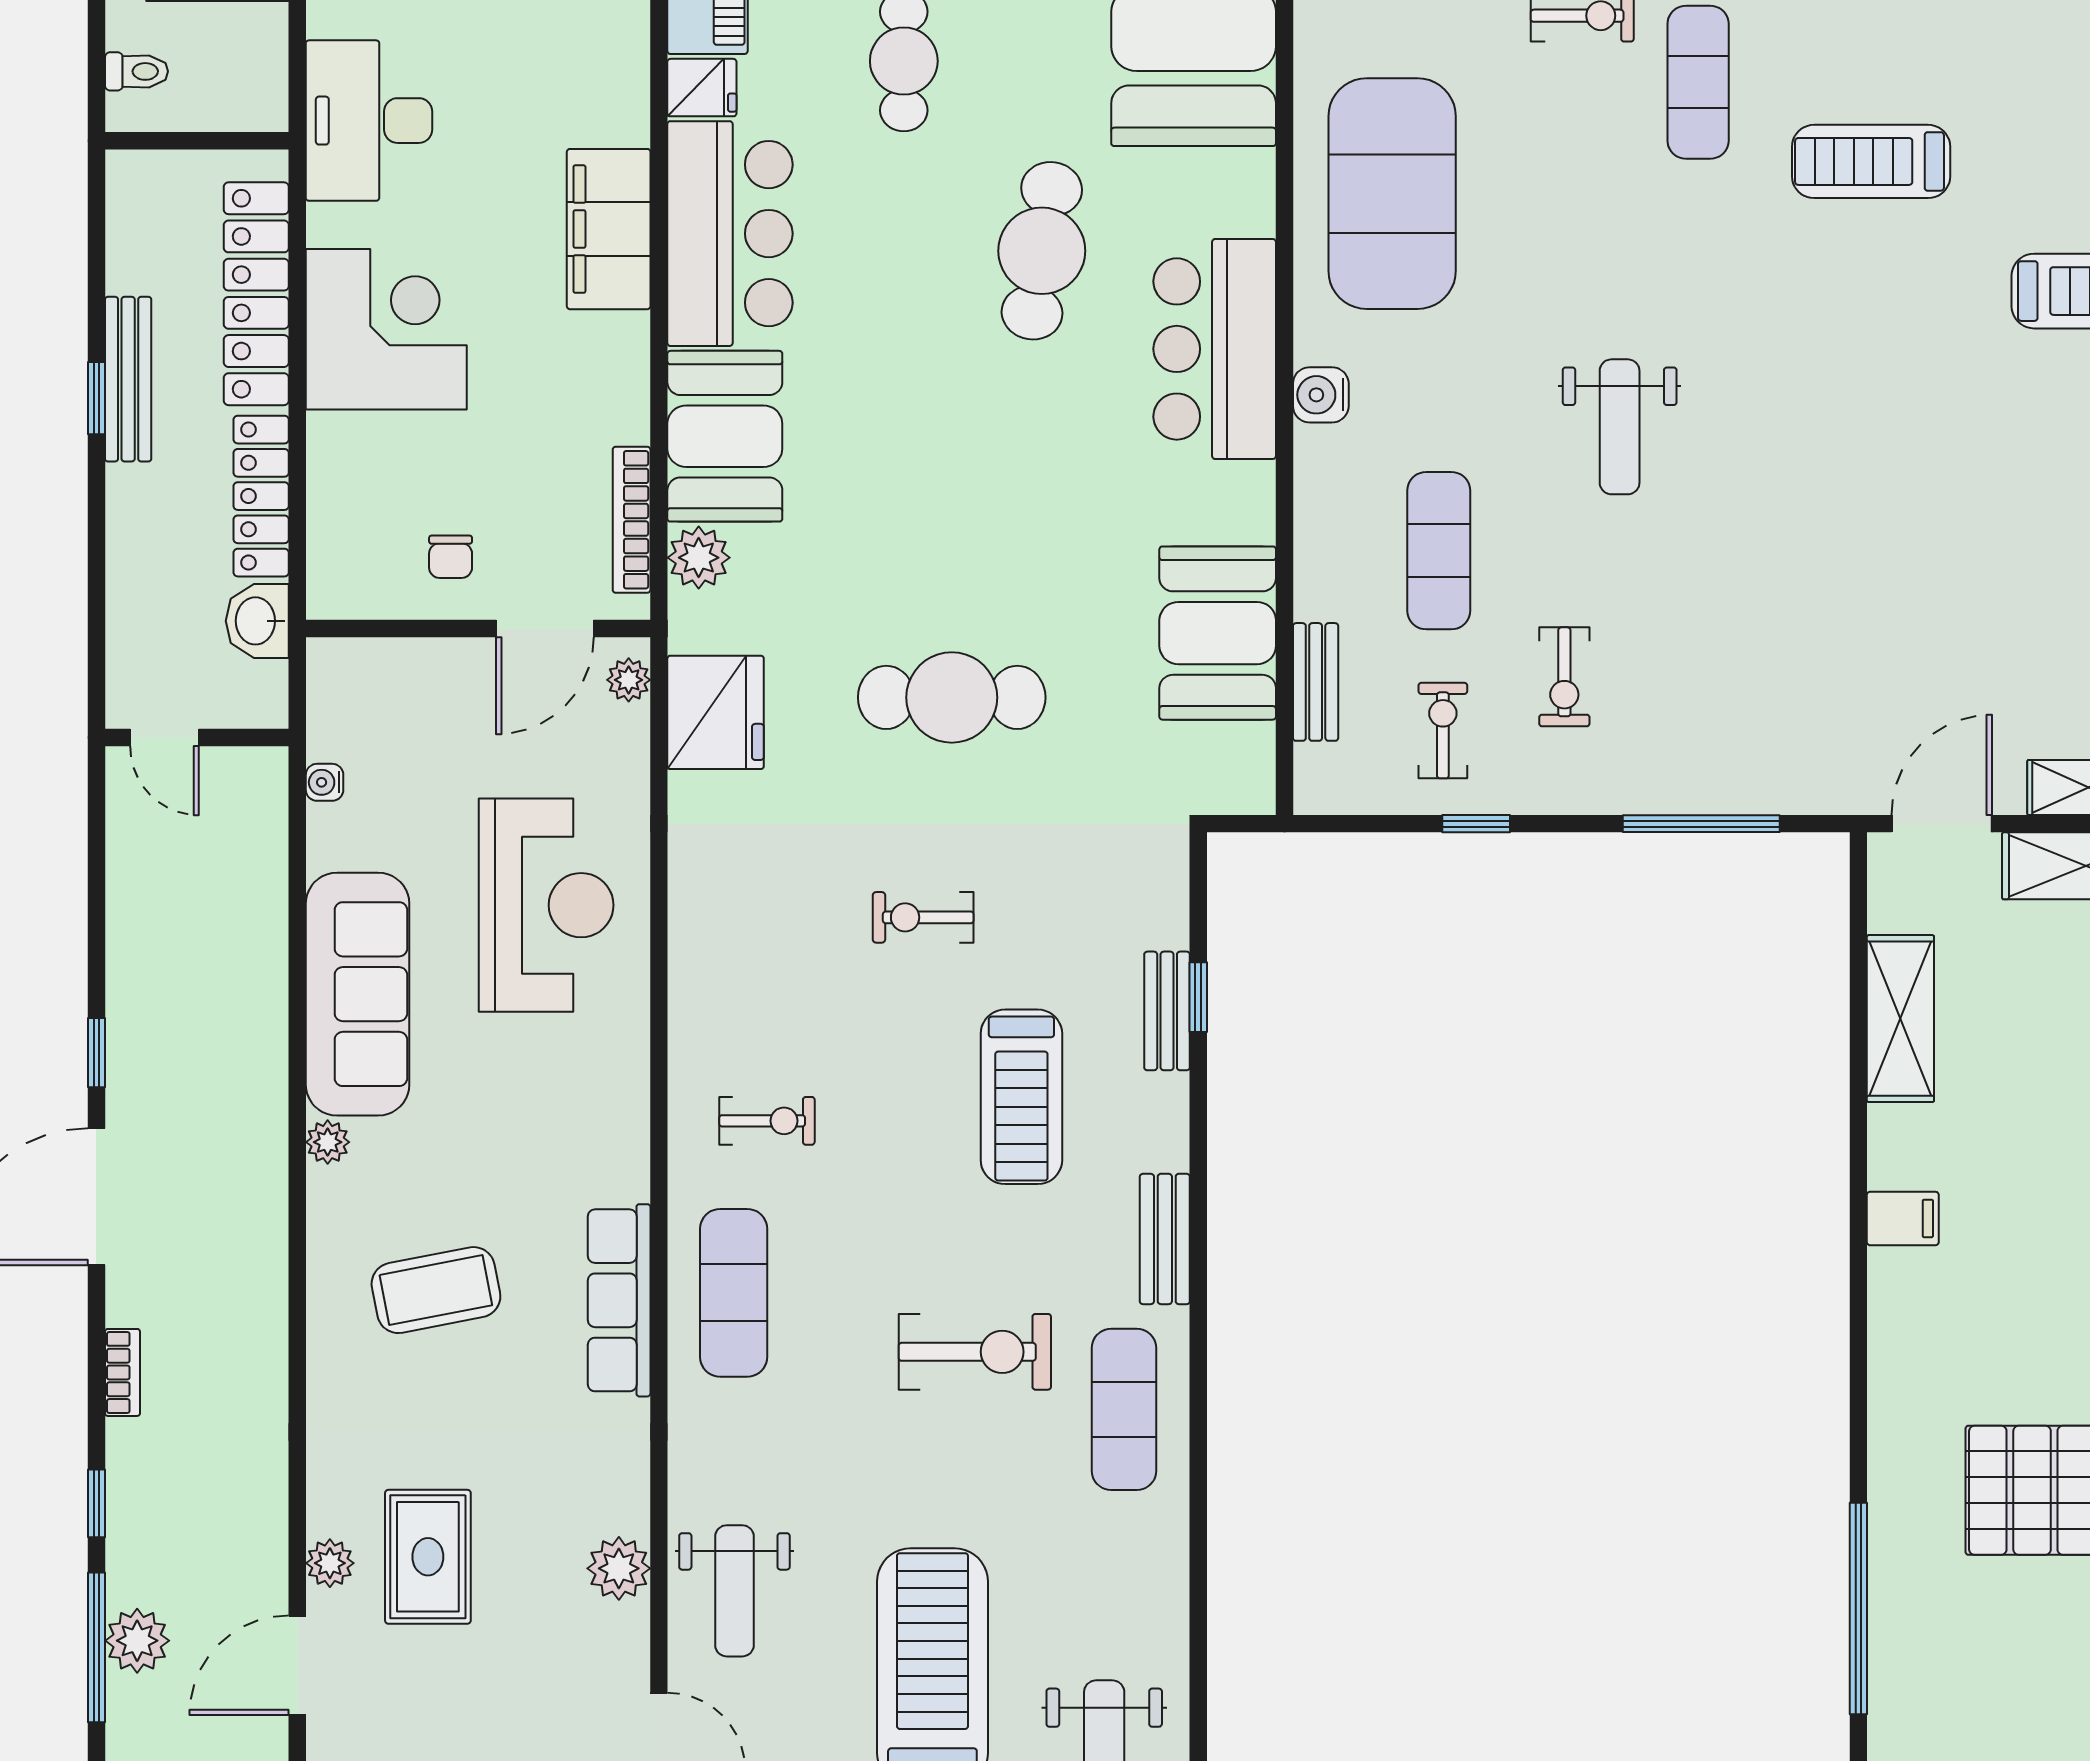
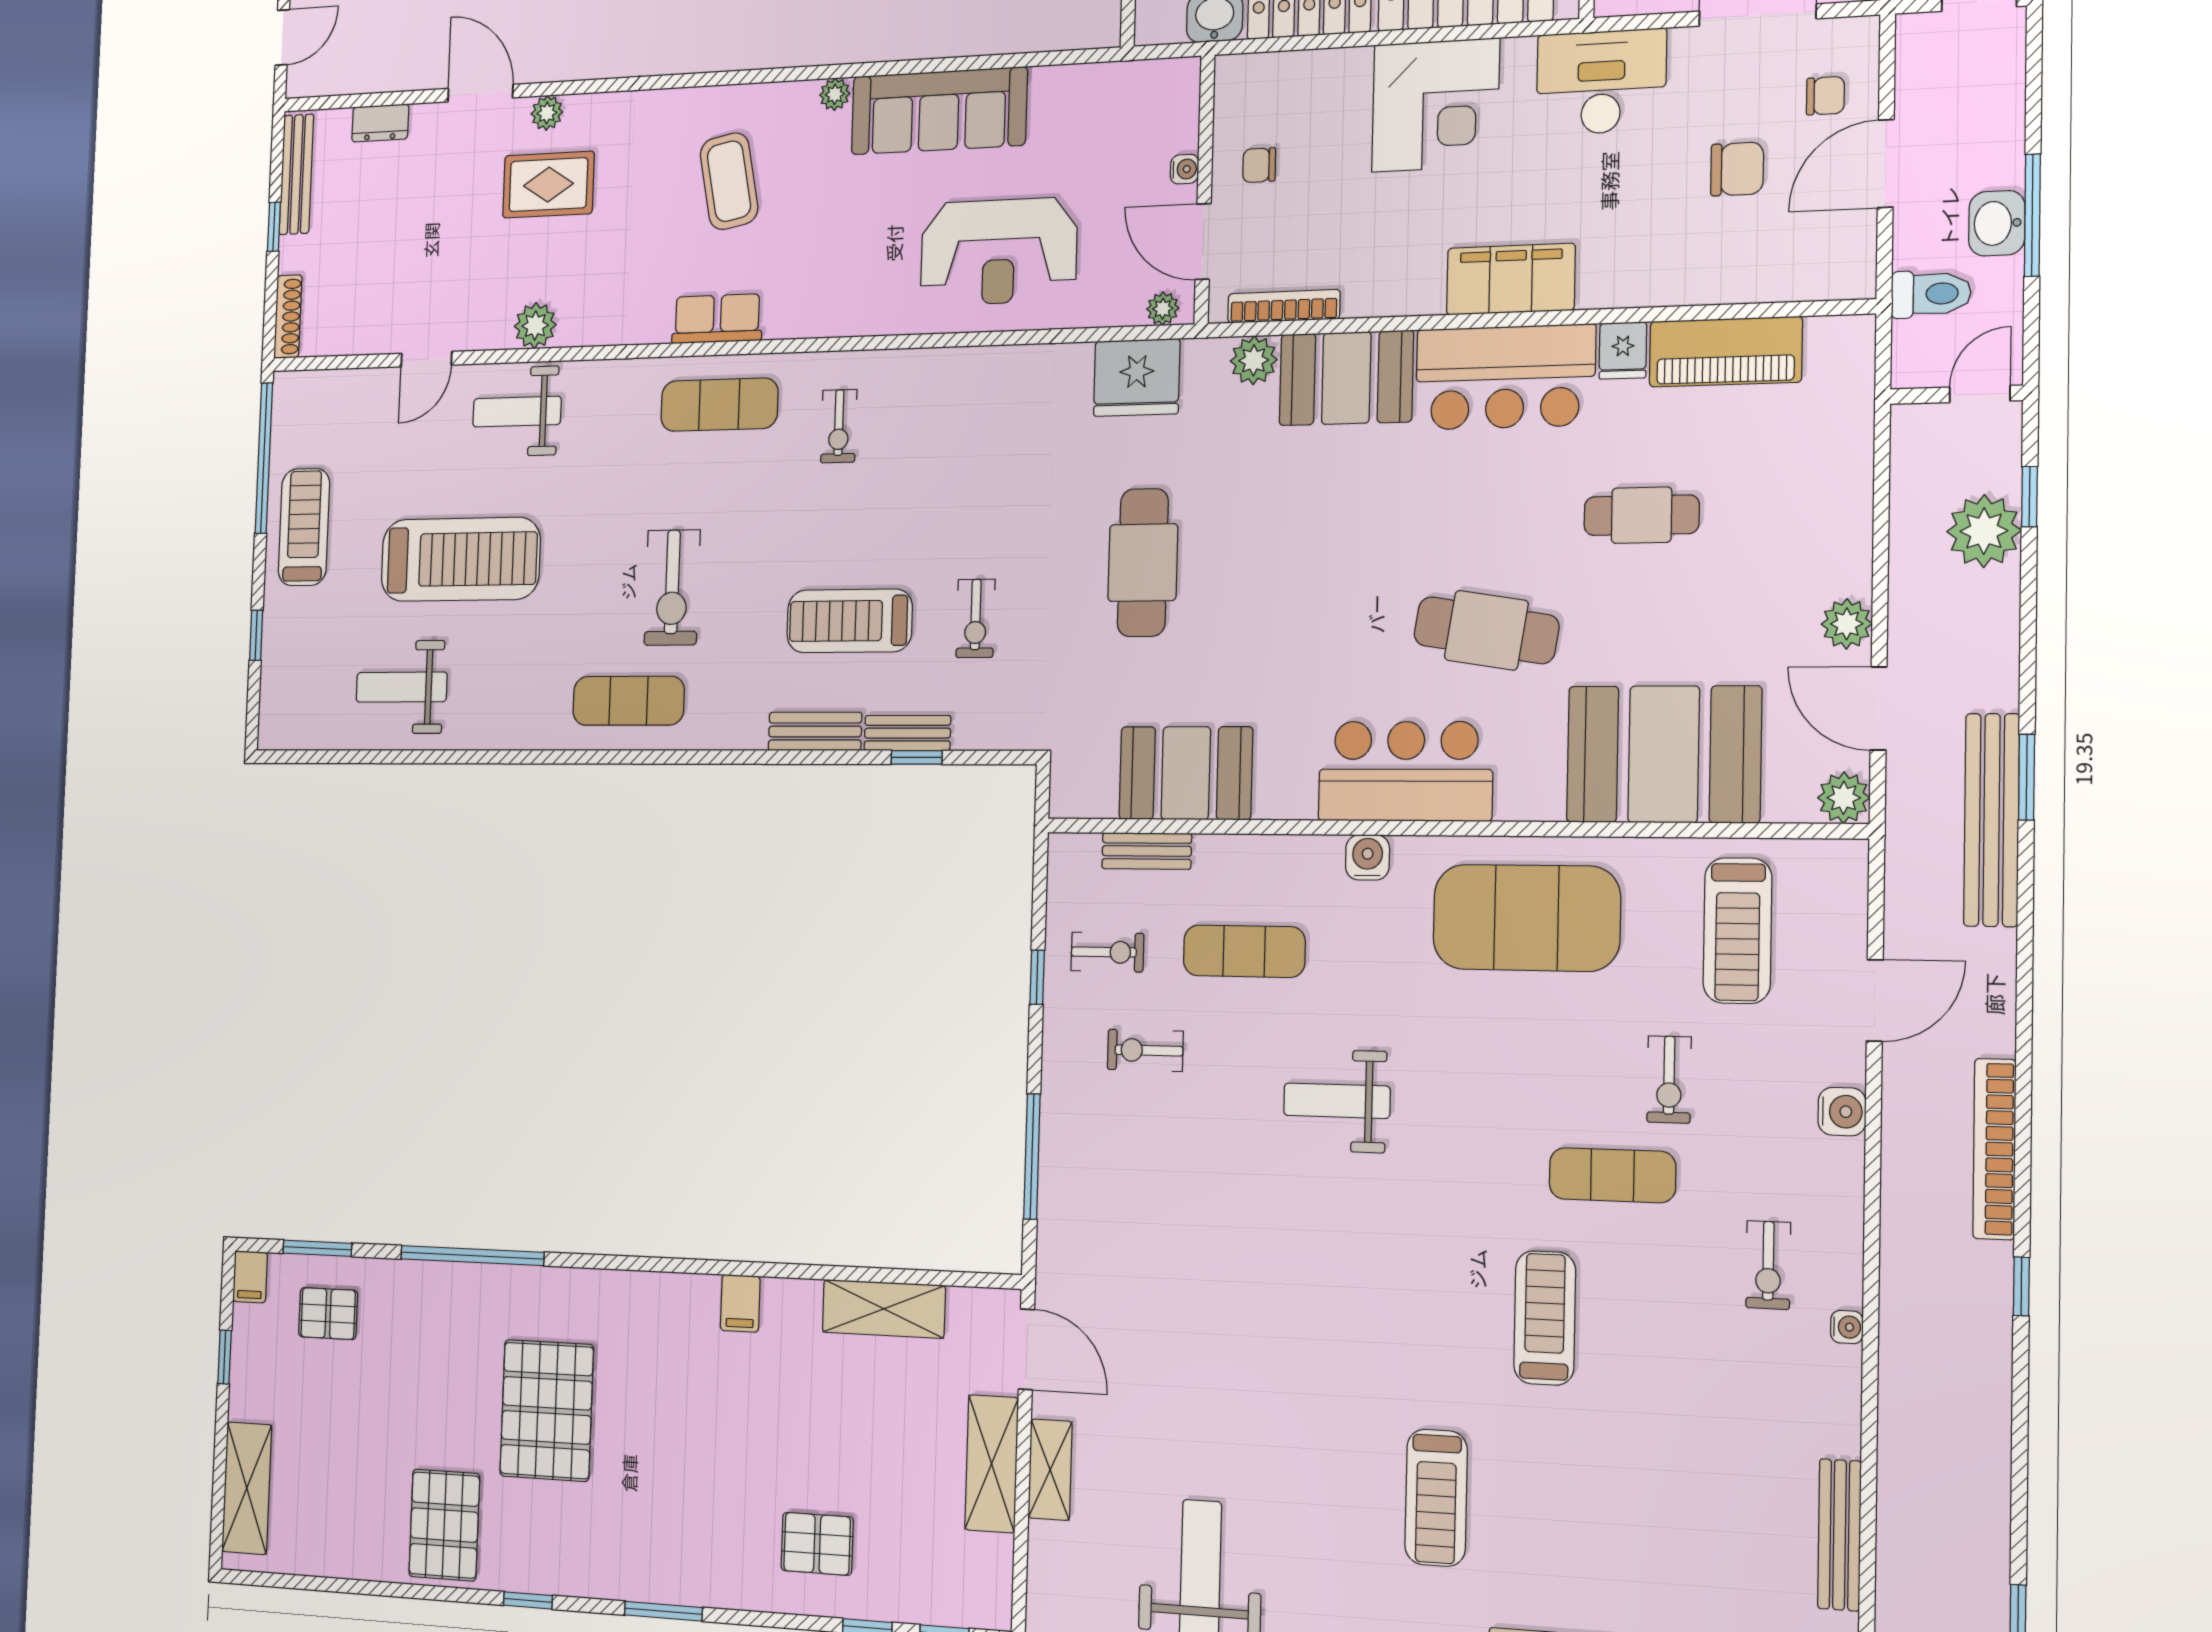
water cooler: (325, 782) -> (1185, 169), moved, turned 90
exercise bike: (923, 917) -> (976, 618), moved, turned 180
bench: (1165, 1239) -> (815, 731), moved
row of seats: (619, 1300) -> (717, 319), width x0.68

